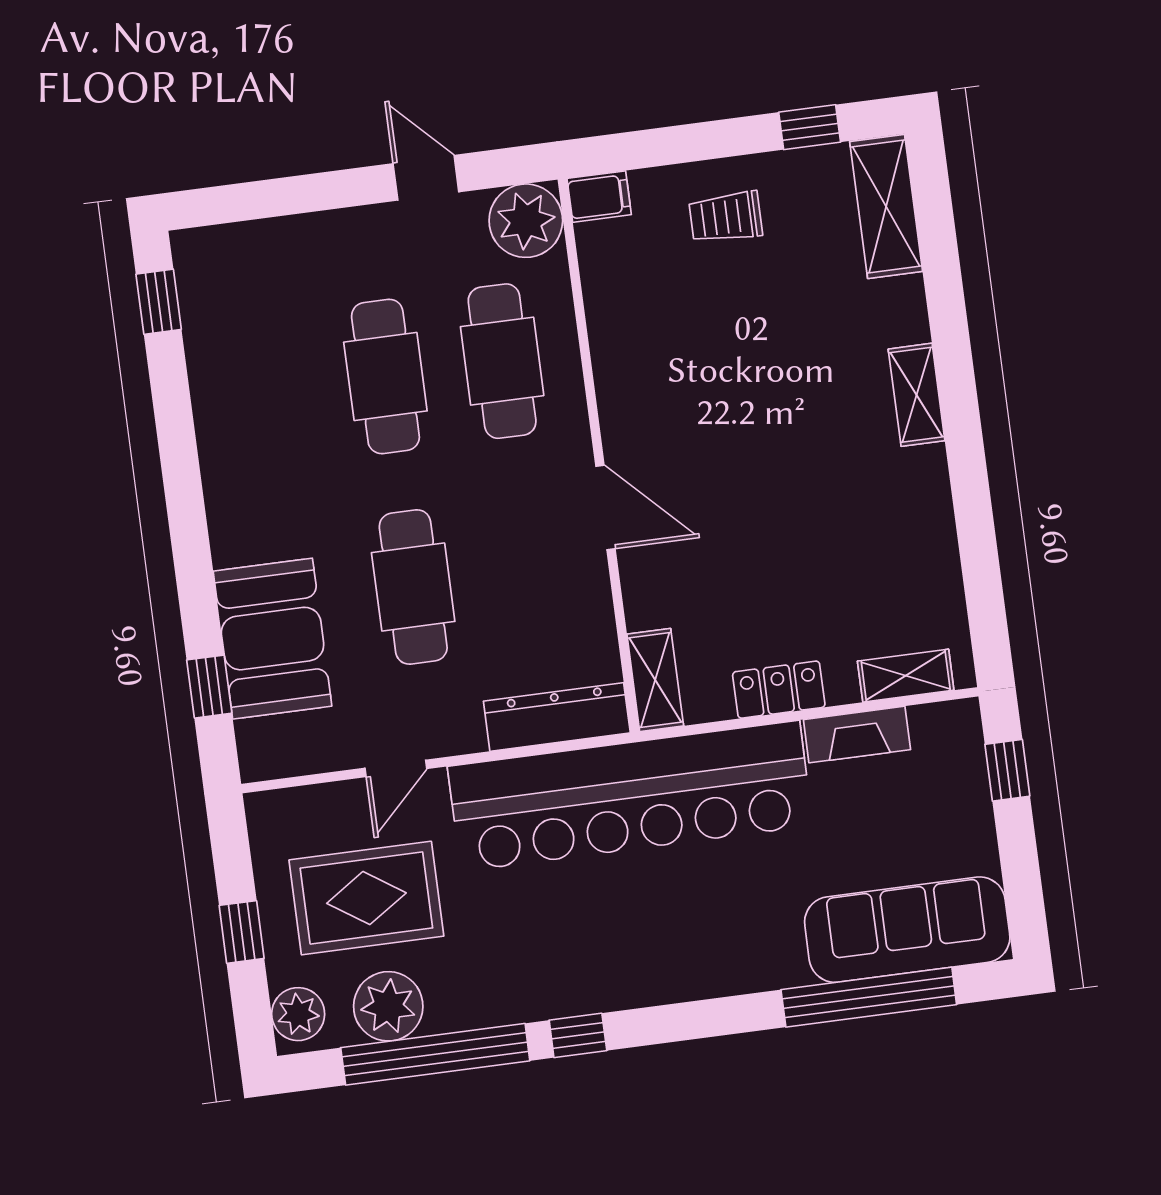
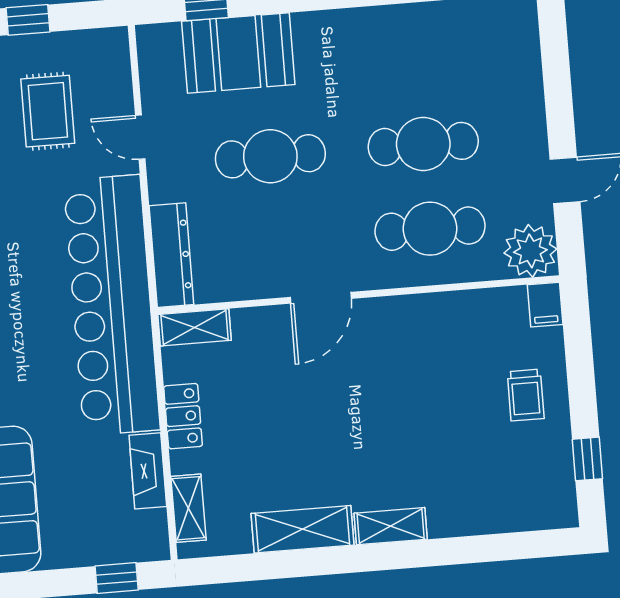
shelving: (886, 206) -> (302, 529), moved
trolley: (726, 217) -> (526, 395), turned 180
rug: (366, 898) -> (48, 111), width x0.73, depth x0.70

